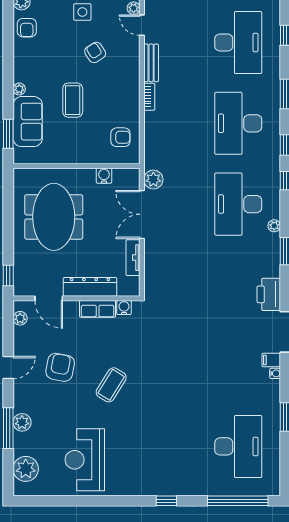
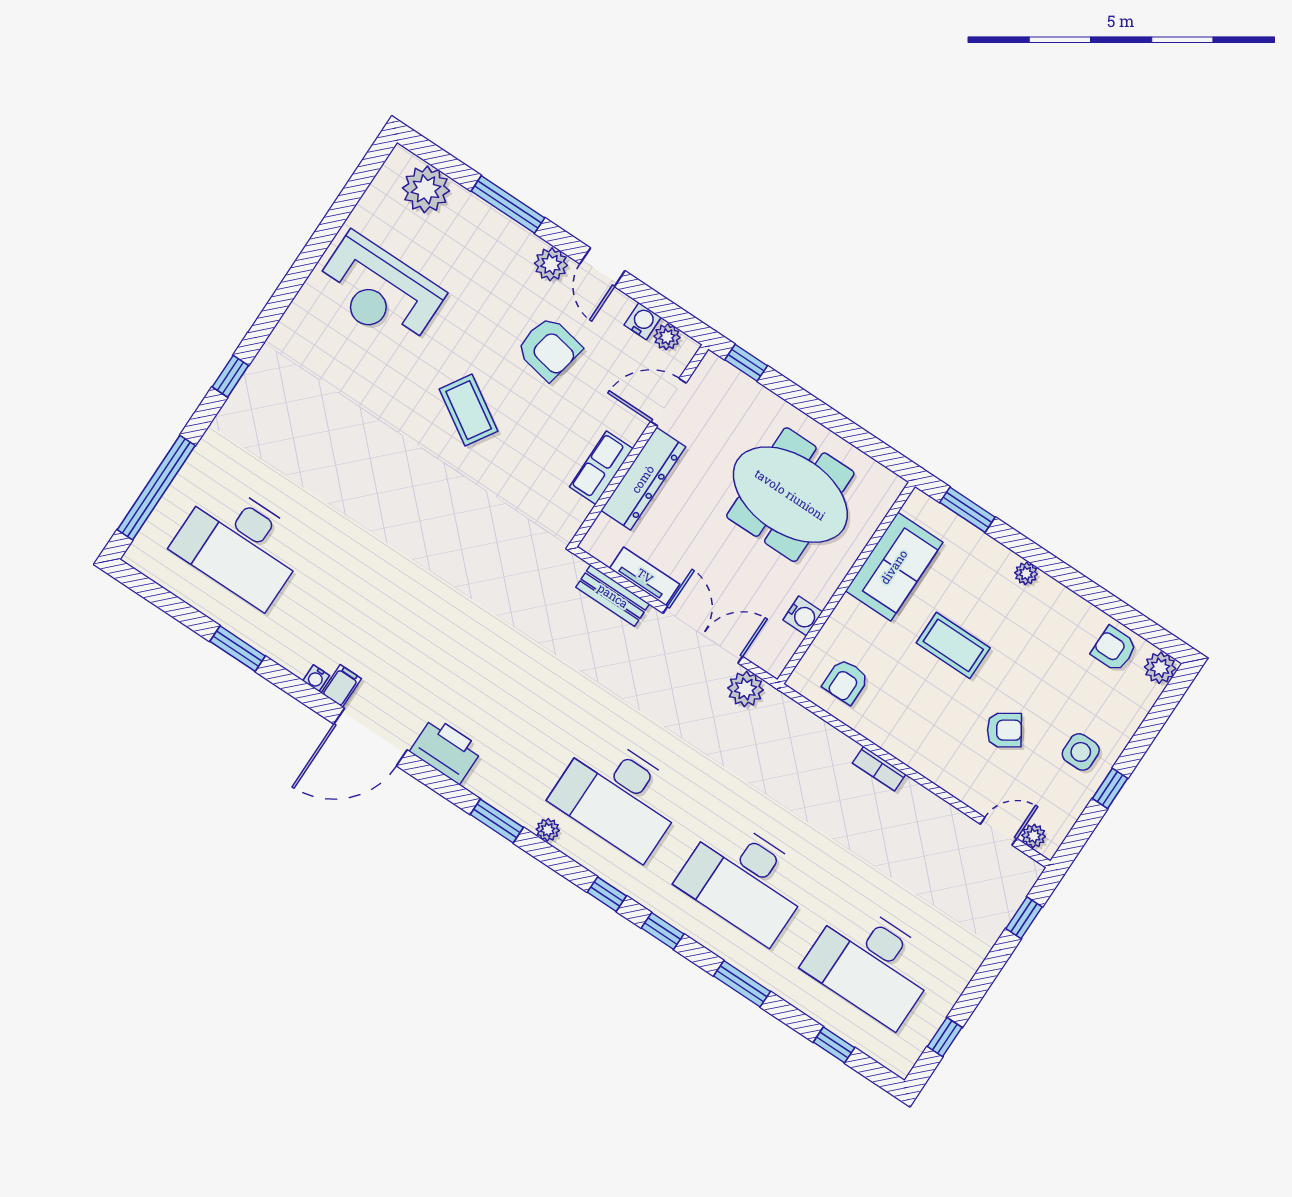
bench: (151, 63) -> (613, 596), moved
sofa: (28, 122) -> (894, 567), moved, turned -90
desk: (238, 123) -> (745, 880), turned 180
desk: (238, 204) -> (619, 796), turned 180
water cooler: (124, 308) -> (643, 321), moved, turned -90
plant: (22, 422) -> (551, 264), moved
reception desk: (85, 460) -> (379, 291), turned 180

